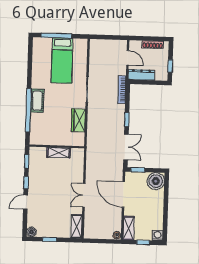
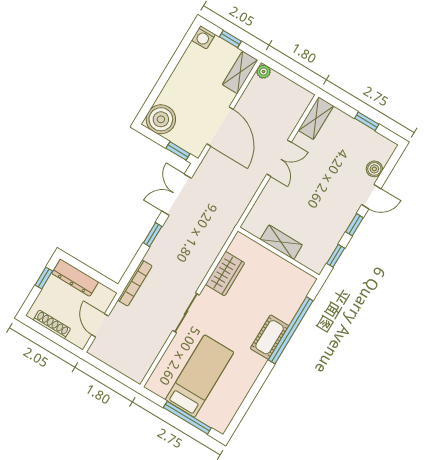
dresser: (141, 75) -> (75, 278), moved
boiler: (31, 232) -> (374, 169), moved

